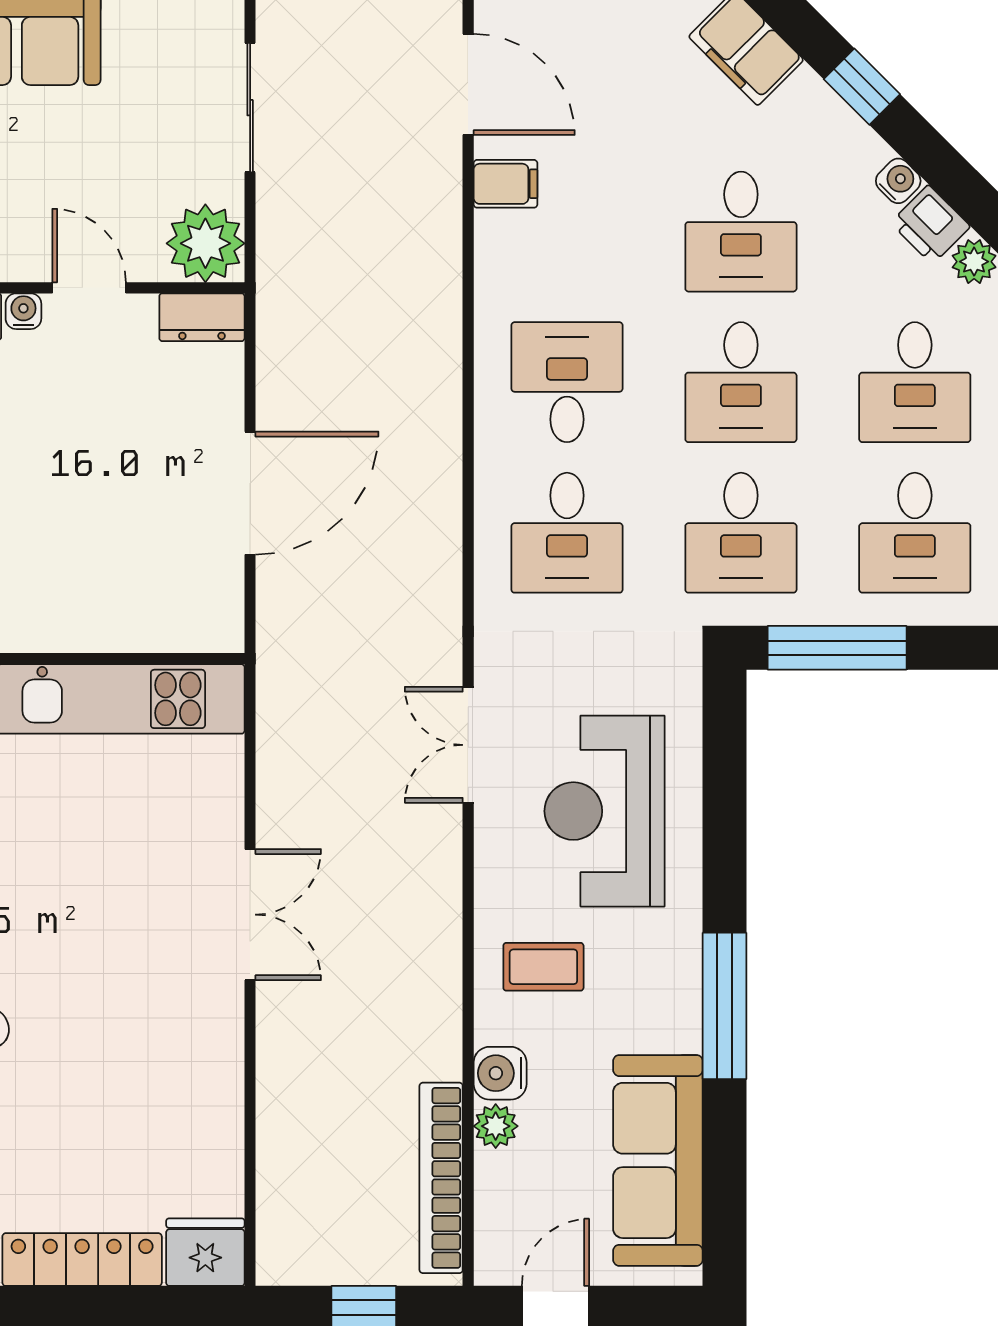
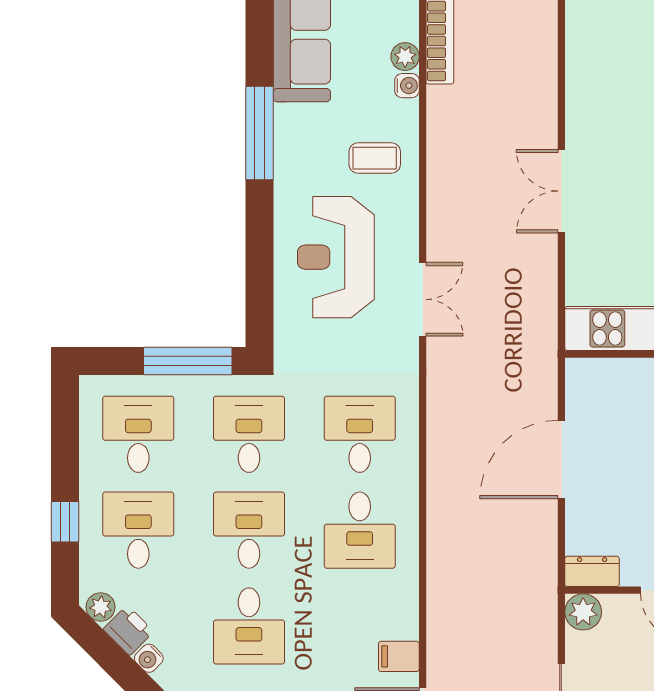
desk: (741, 232) -> (249, 626), turned 180
plant: (205, 243) -> (583, 612), width x0.73, depth x0.73
reception desk: (605, 811) -> (336, 257), turned 180
water cooler: (500, 1073) -> (407, 86), width x0.72, depth x0.72

